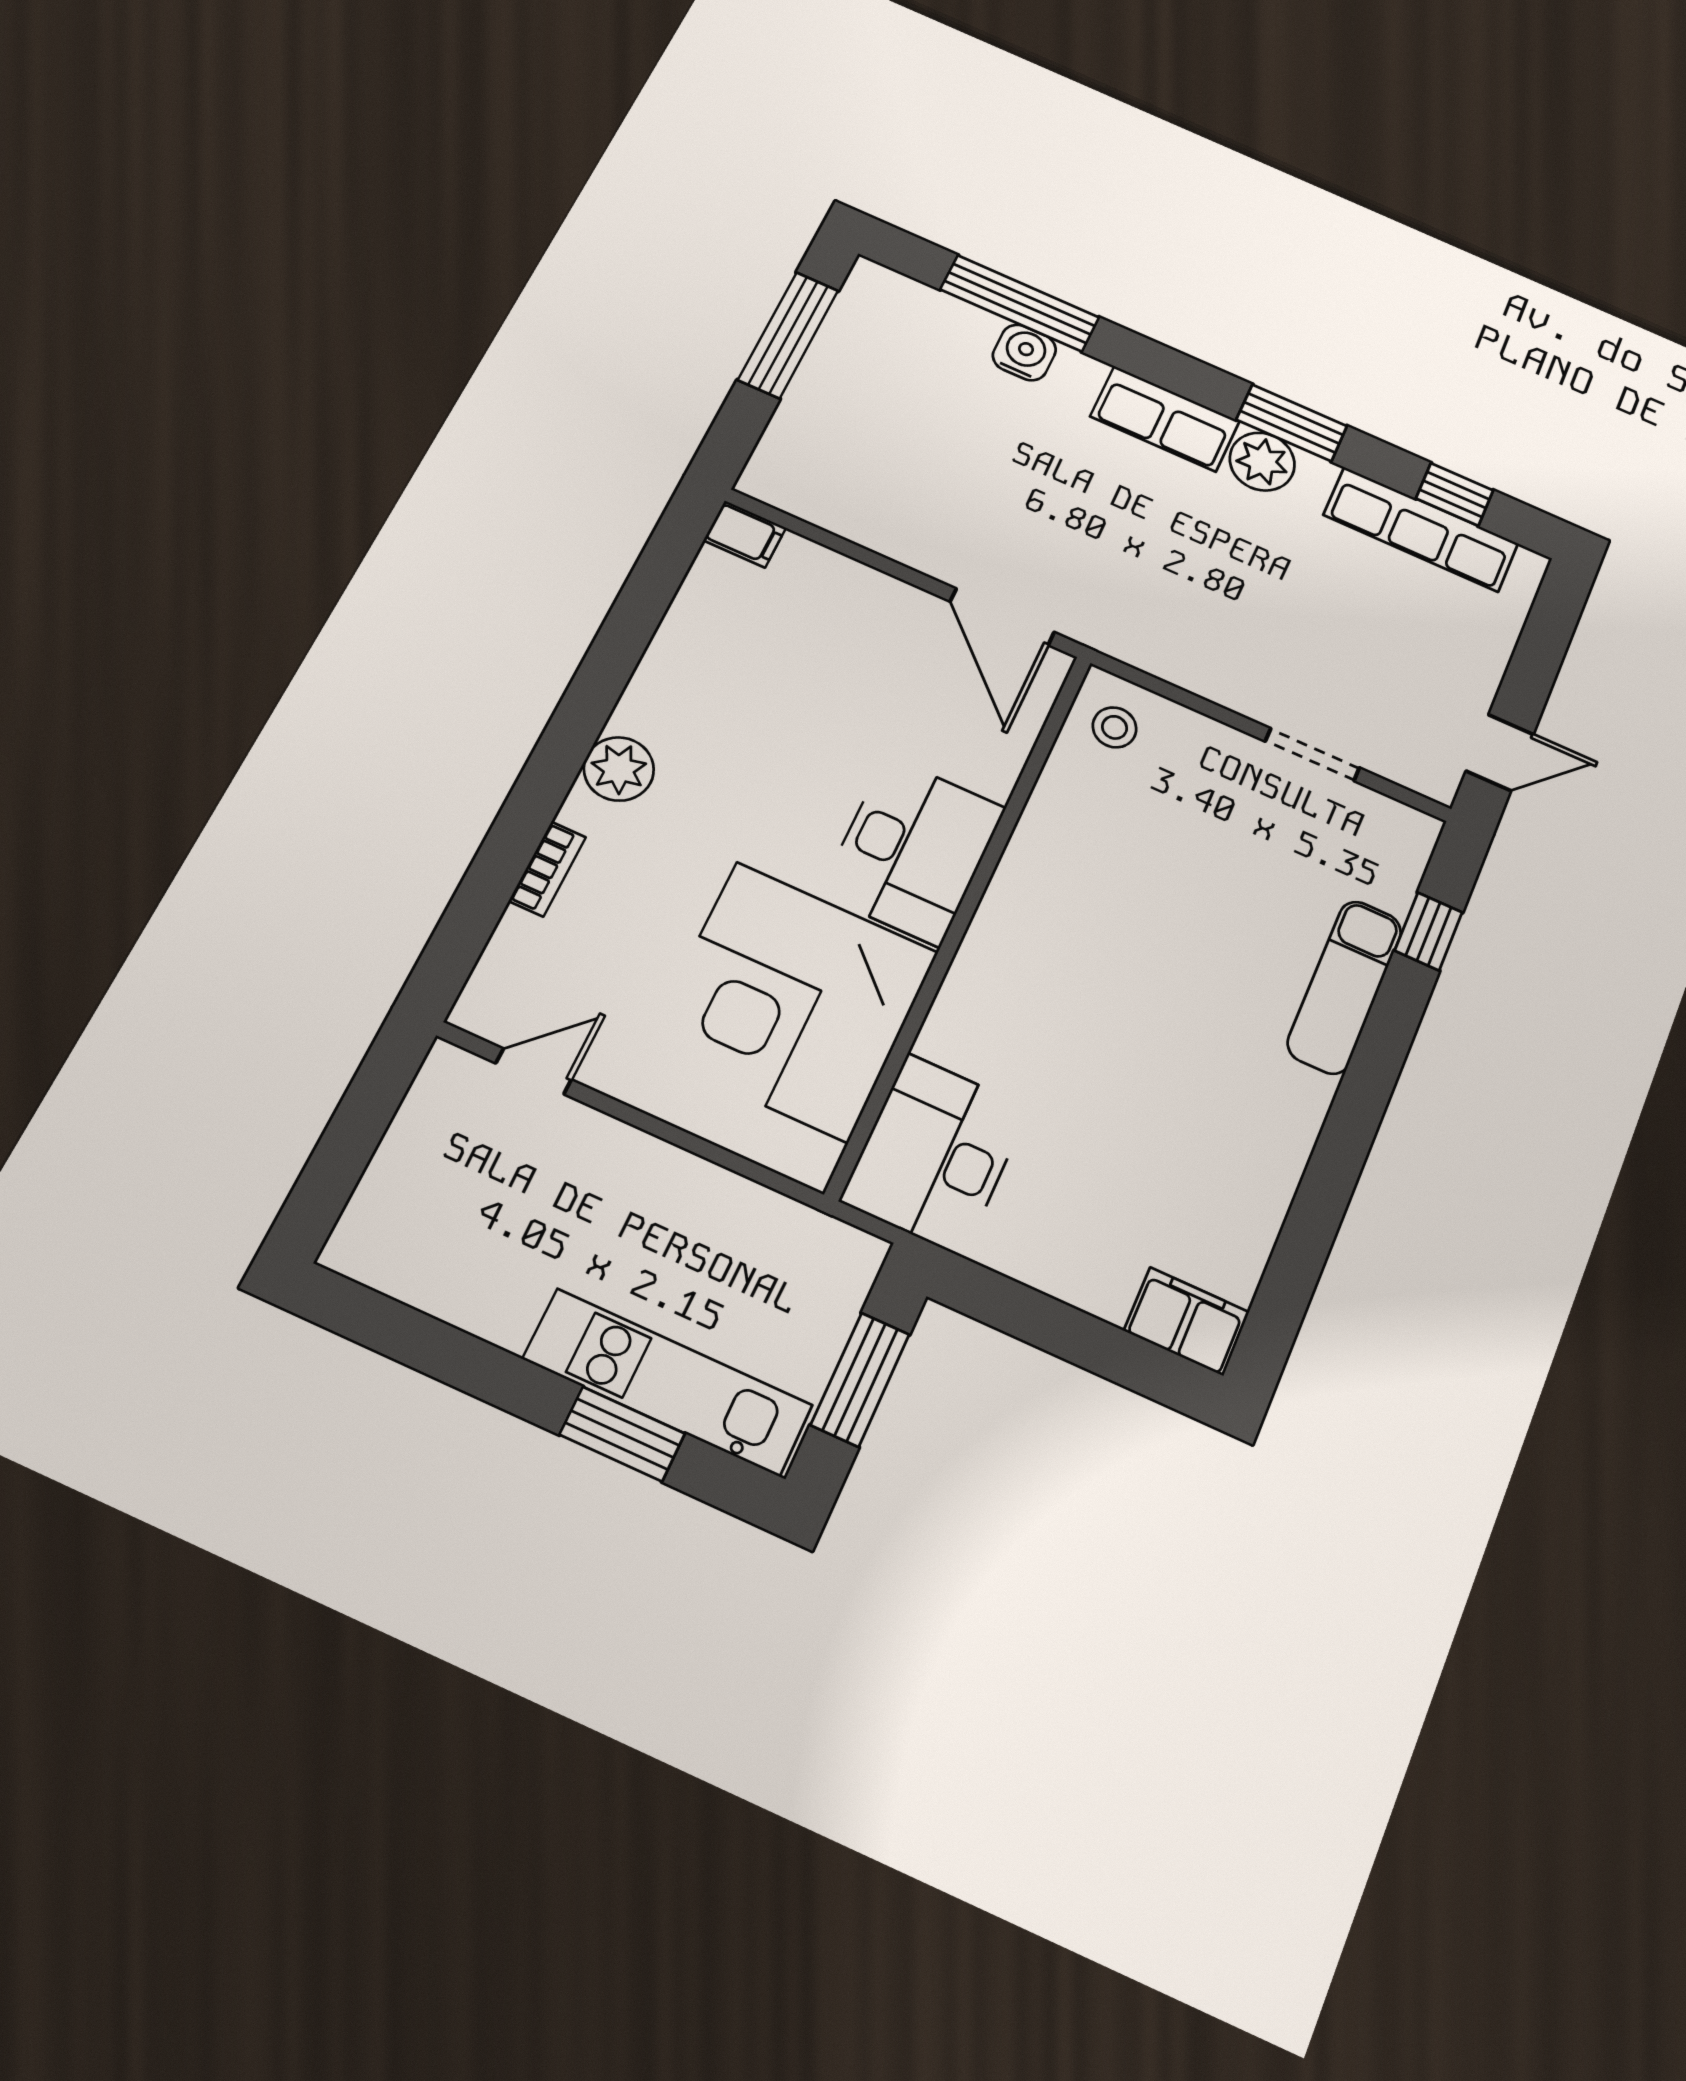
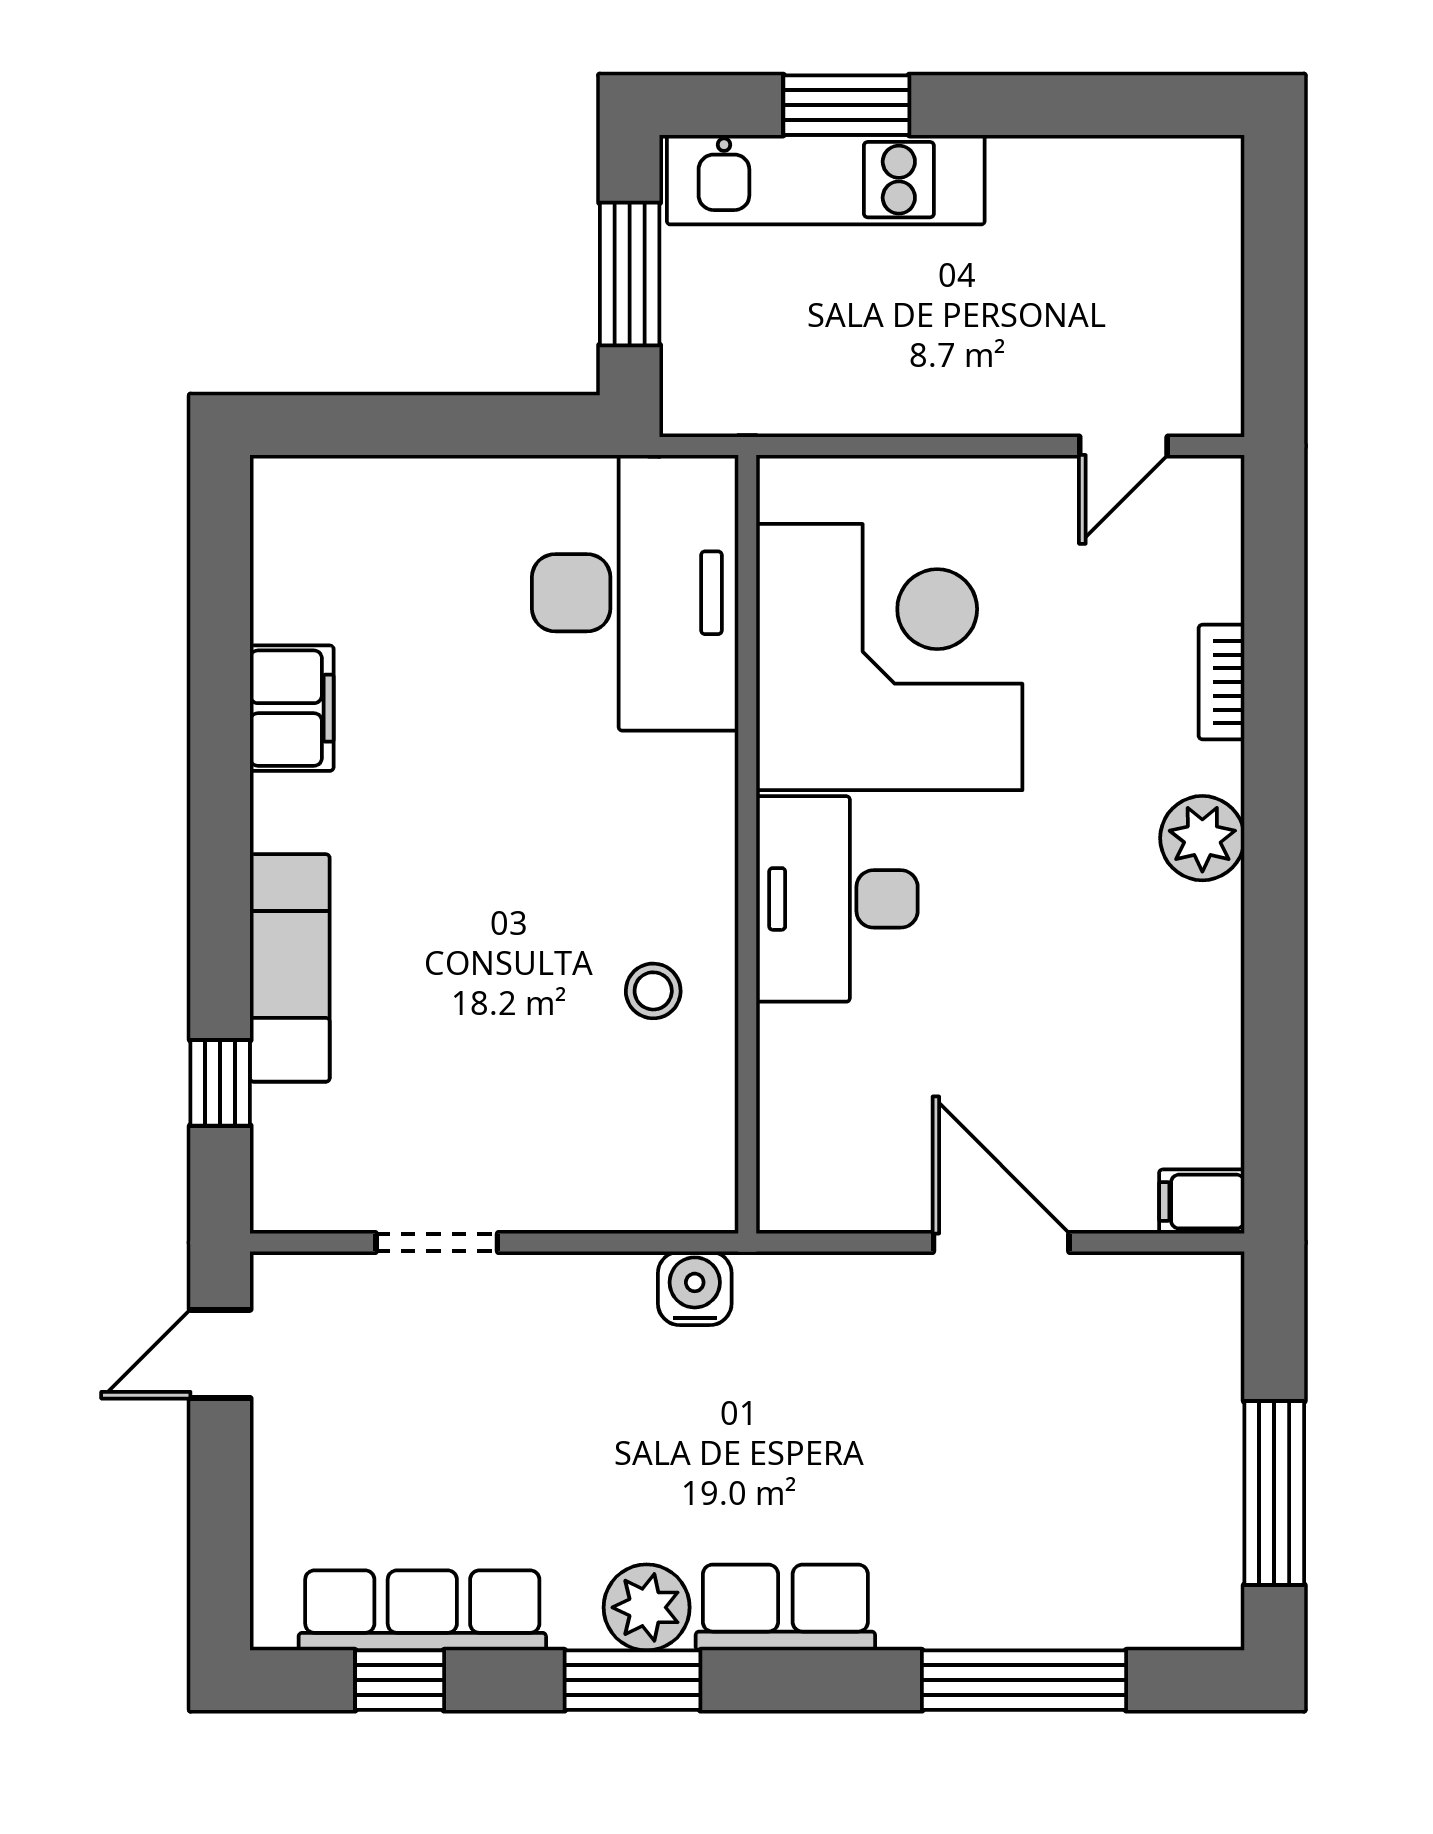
water cooler: (1024, 353) -> (695, 1288), moved, turned 180
door: (1002, 617) -> (1001, 1242), moved
stool: (1115, 727) -> (653, 991), moved
desk: (935, 1154) -> (635, 593), width x1.36, depth x1.30
filing cabinet: (1186, 1321) -> (292, 708), moved, turned -90

